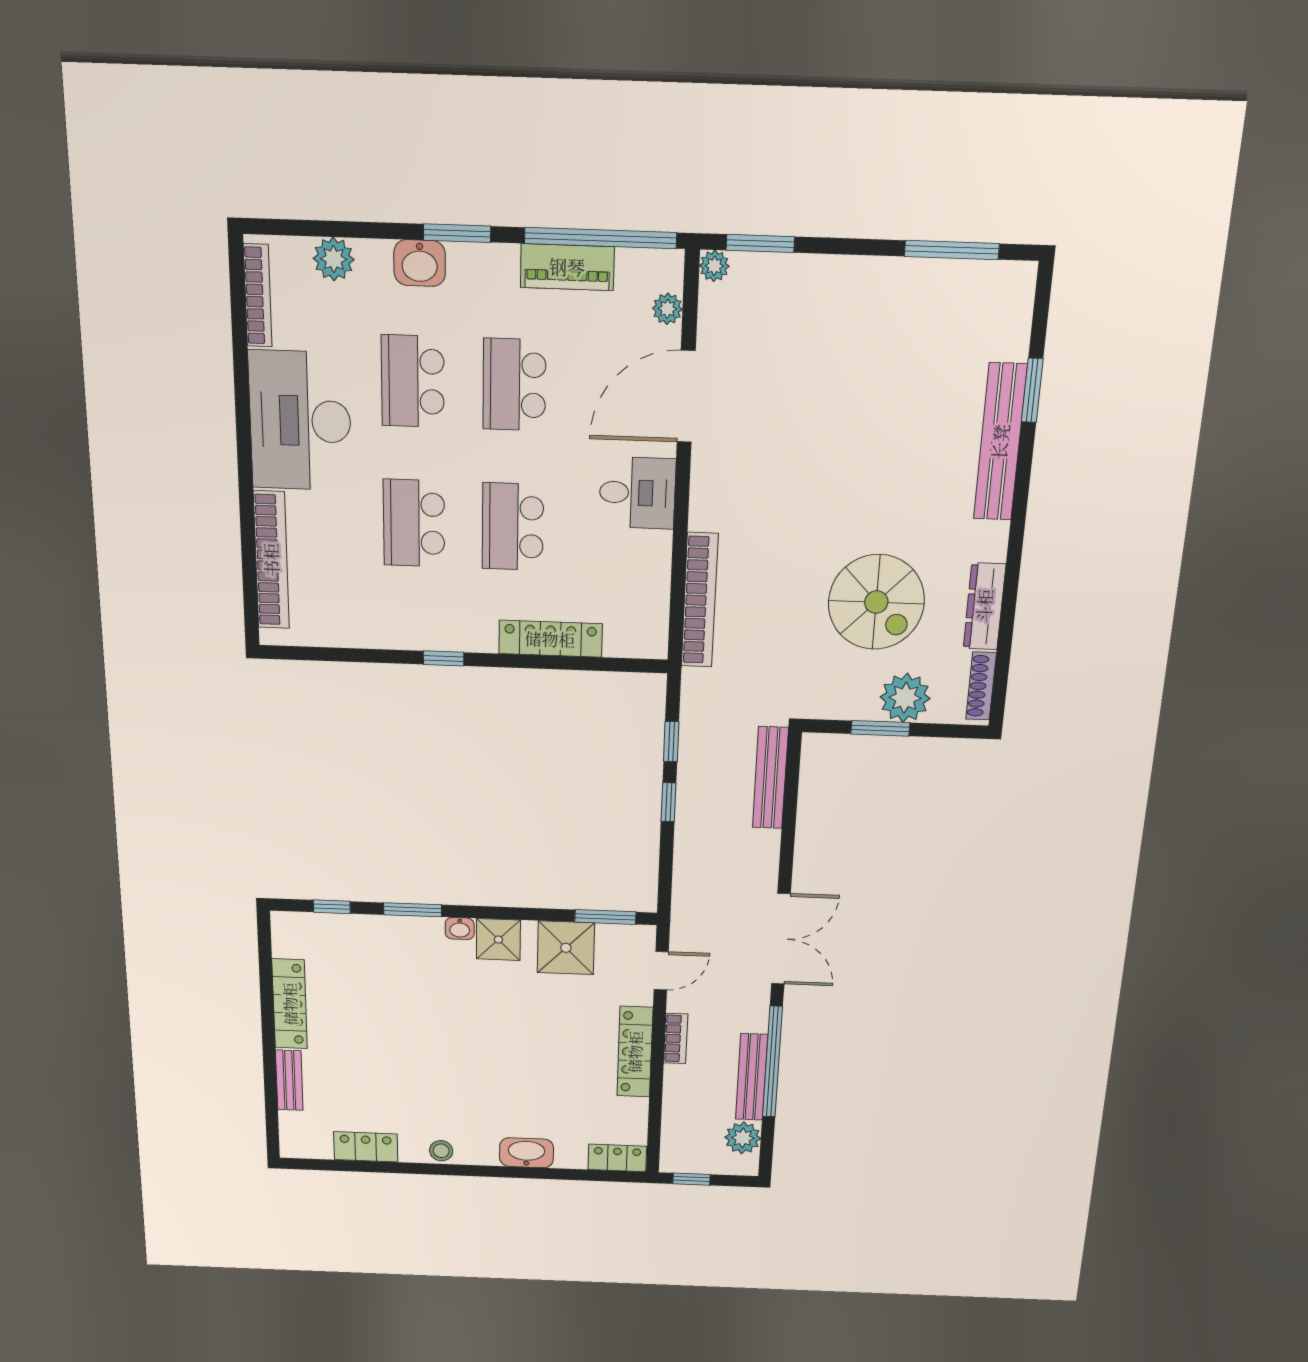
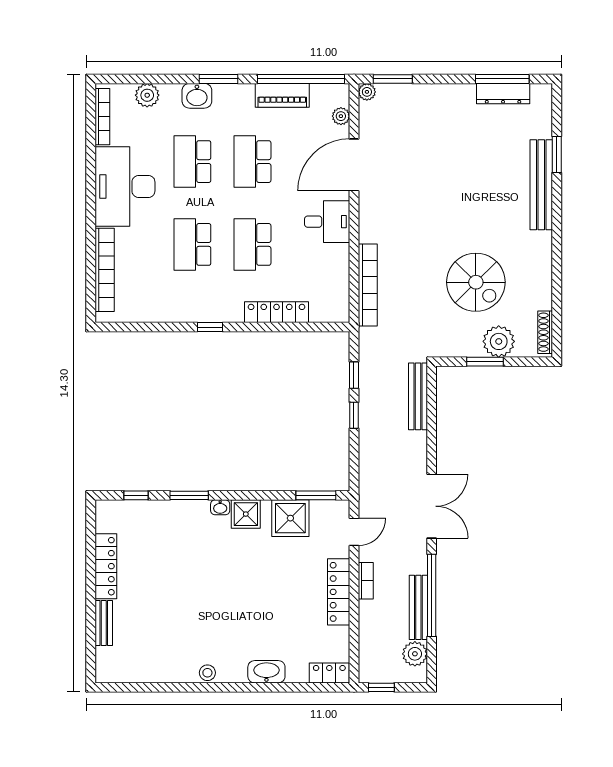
dresser: (984, 606) -> (503, 94), moved, turned -90
locker: (366, 1147) -> (155, 672), removed

